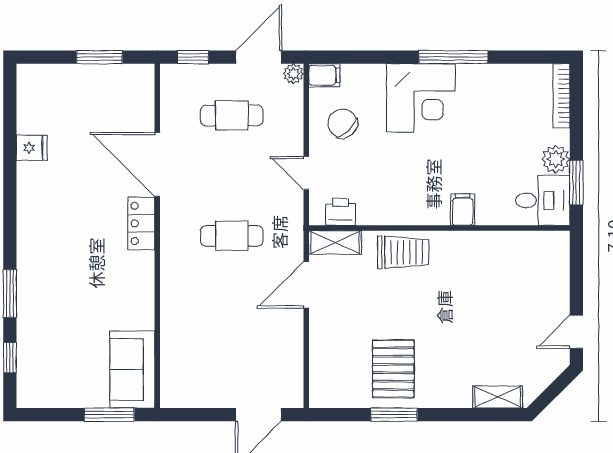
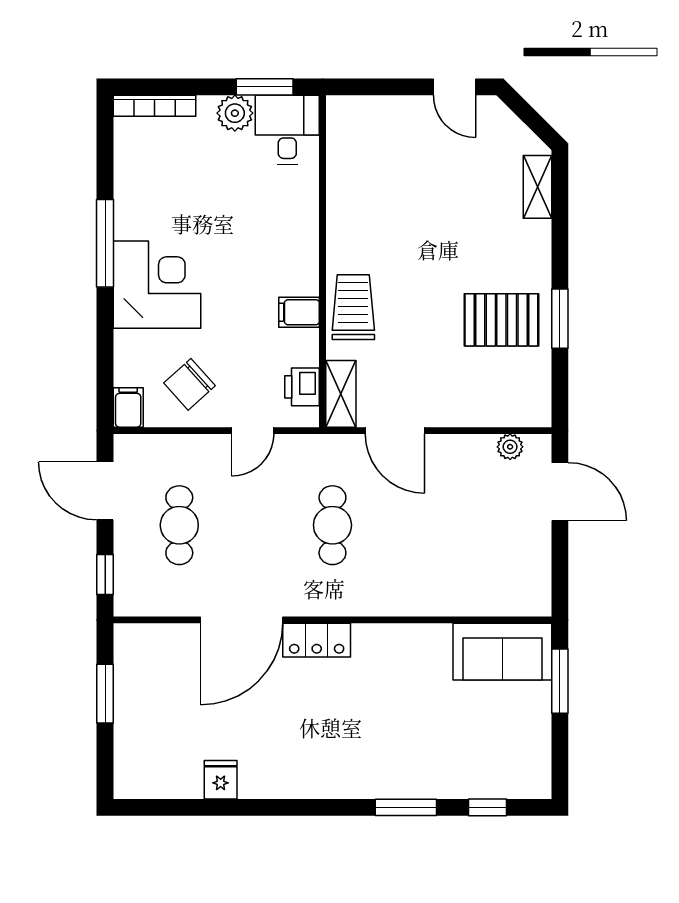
plant: (293, 74) -> (510, 447), moved
filing cabinet: (463, 210) -> (299, 312), moved

